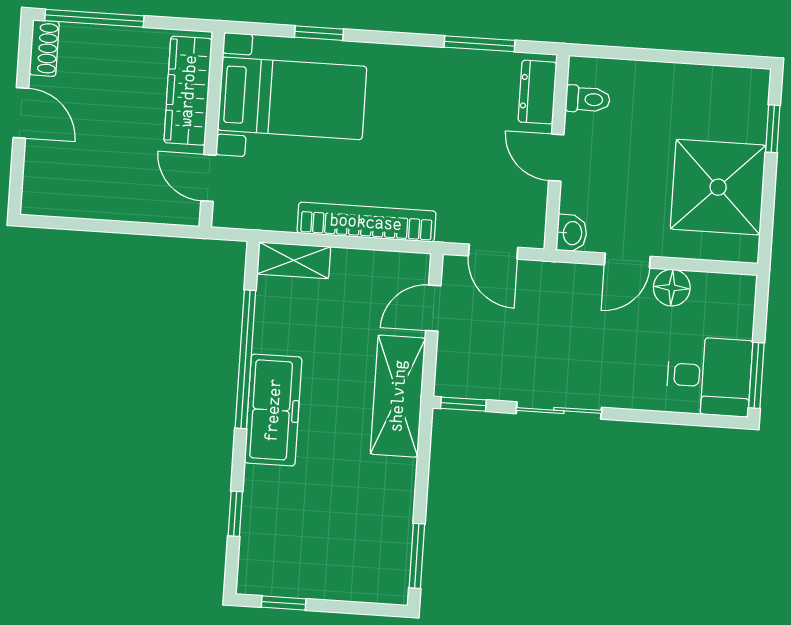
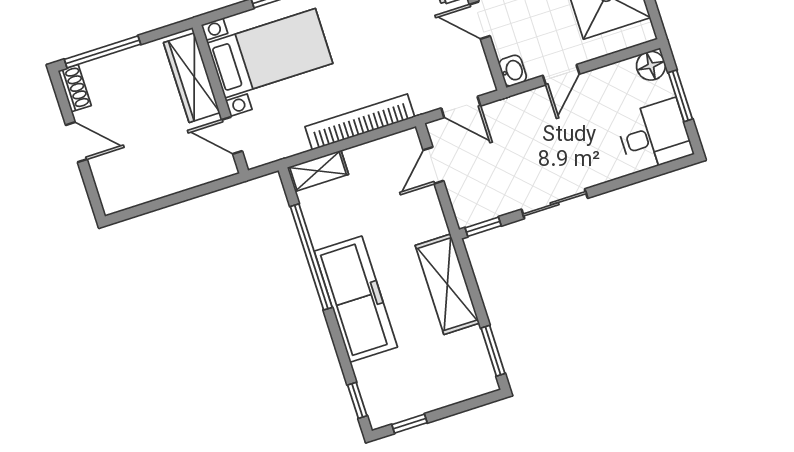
floor lamp: (672, 288) -> (651, 66), moved
window: (756, 375) -> (680, 96), moved
shelving: (398, 396) -> (447, 284), moved
freezer: (273, 410) -> (356, 299), width x1.36, depth x1.26
window: (235, 514) -> (357, 400), moved

